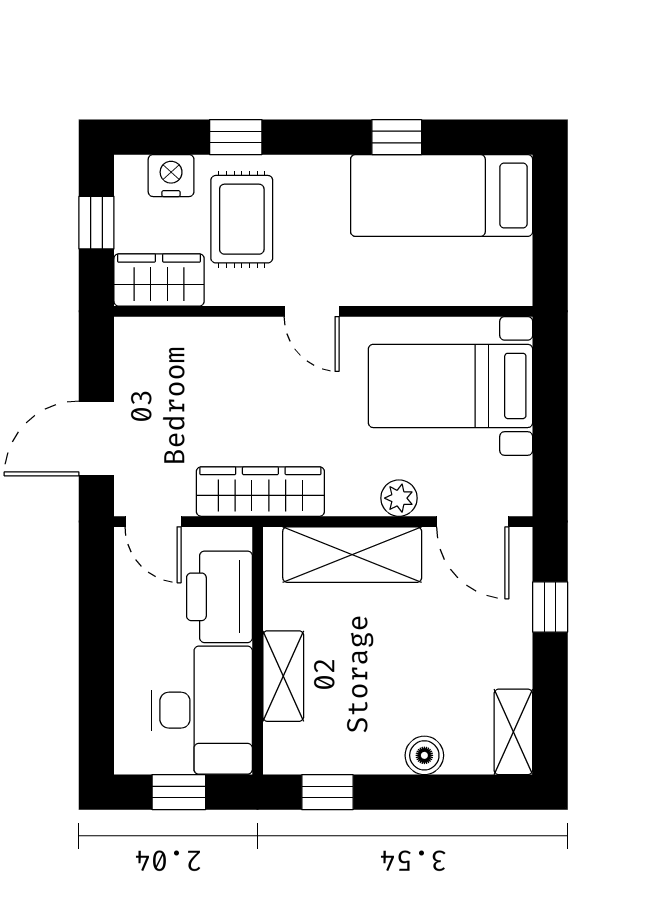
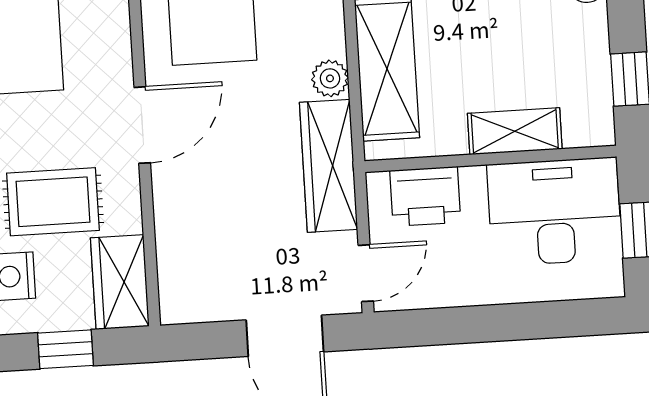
door: (312, 311) -> (142, 125), width x1.38
plant: (399, 498) -> (330, 78), moved
printer: (219, 597) -> (425, 196), width x0.73, depth x0.84

